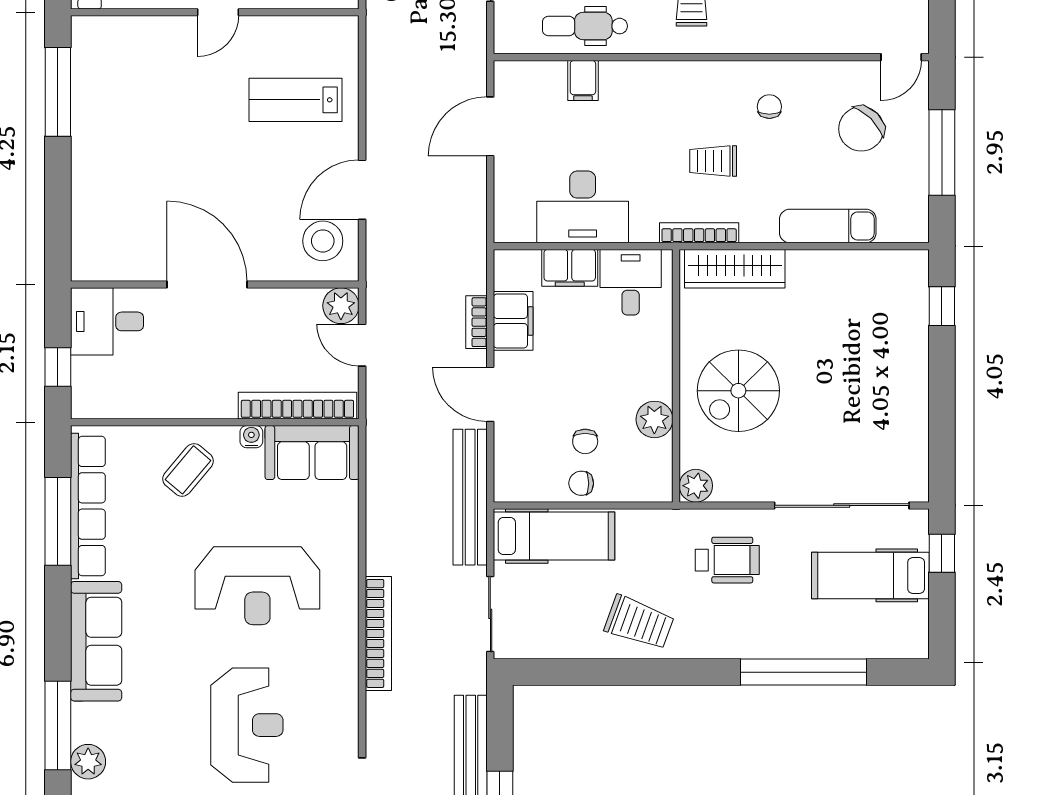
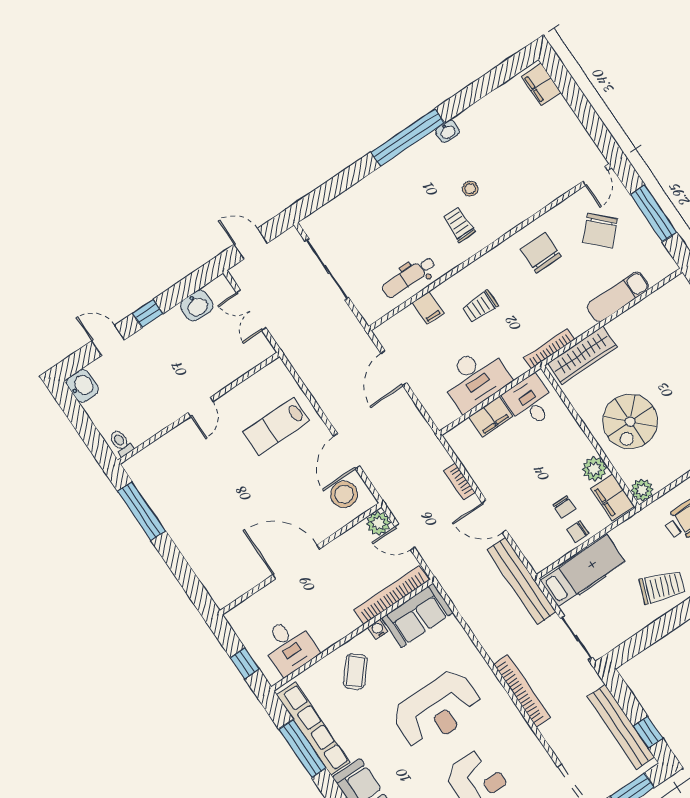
chair: (769, 107) -> (541, 253), width x1.87, depth x1.87
trolley: (713, 161) -> (480, 306), moved
desk: (107, 321) -> (289, 646), moved, turned -90
filing cabinet: (513, 321) -> (613, 497), moved, turned 180

